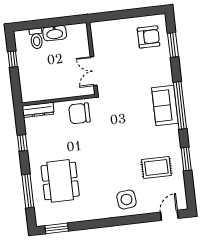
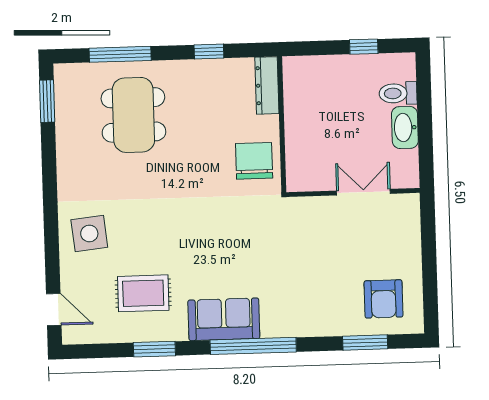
double door: (94, 71) -> (363, 192), moved
sofa: (165, 106) -> (224, 319), moved
rug: (156, 168) -> (143, 293), turned 90
dining table: (60, 181) -> (133, 115), turned 90

